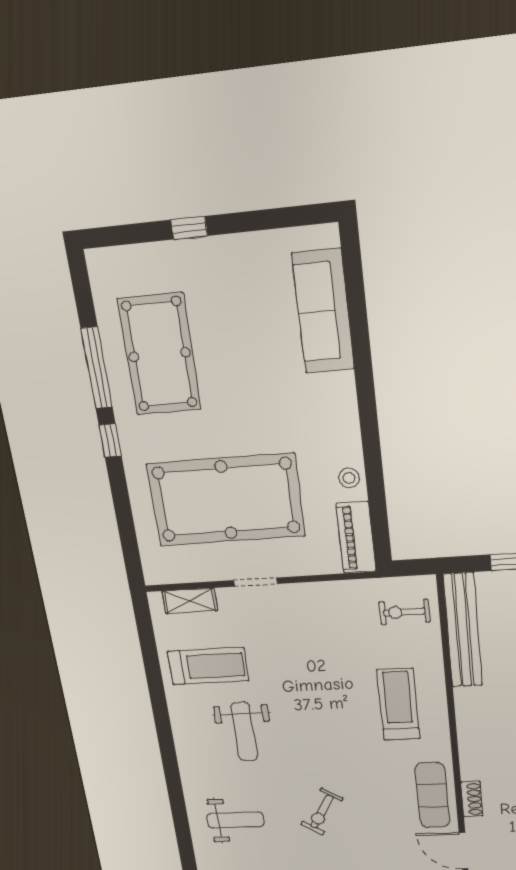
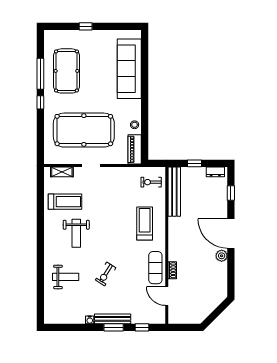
sofa: (323, 312) -> (129, 69), width x1.36, depth x1.27

